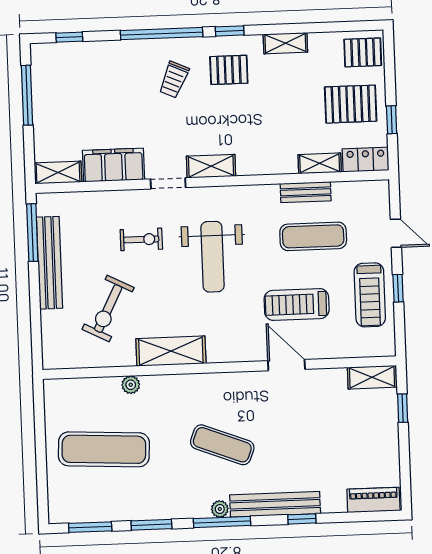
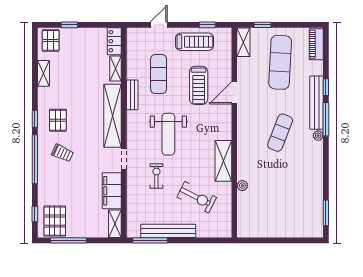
shelving: (285, 43) -> (43, 73), moved
pallet: (351, 104) -> (55, 221), moved
window: (392, 120) -> (69, 25), moved
shelving: (211, 166) -> (112, 116), width x2.20, depth x1.33
bench: (306, 192) -> (132, 95), moved
weight bench: (212, 257) -> (168, 134), turned 90
window: (398, 288) -> (207, 25), moved
exercise mat: (104, 449) -> (280, 62), moved
window: (222, 522) -> (326, 119), moved
window: (151, 525) -> (326, 176), removed

